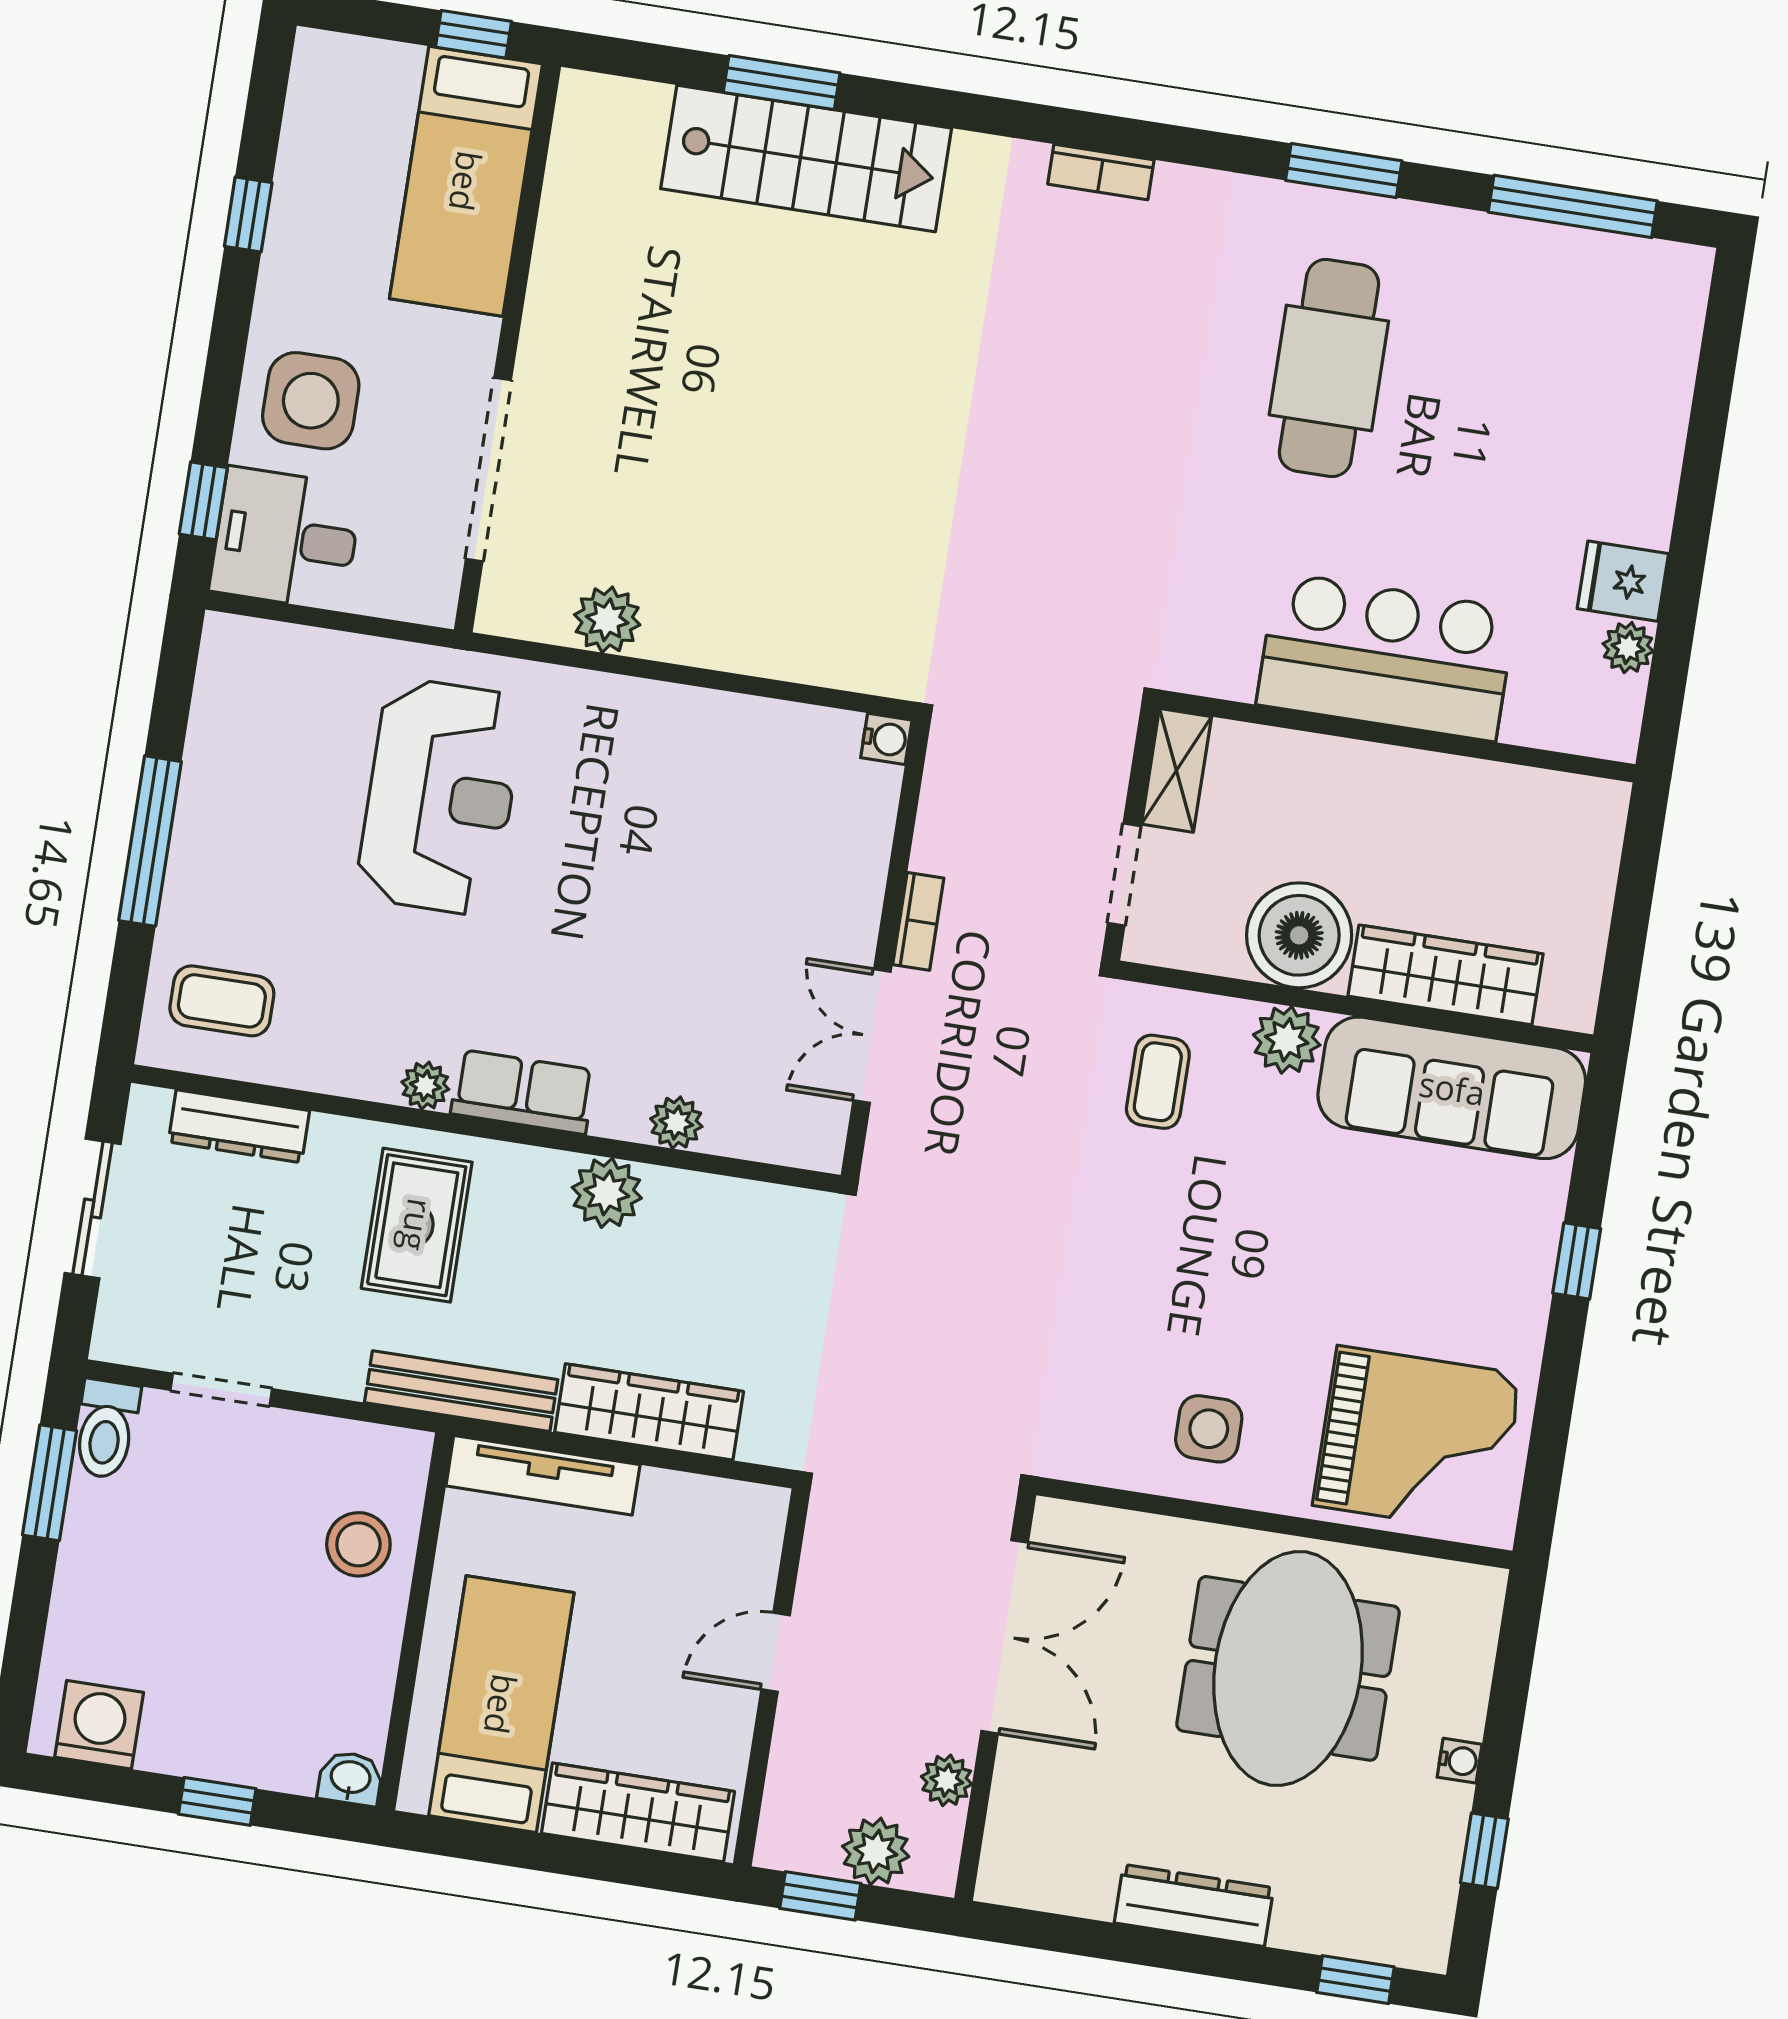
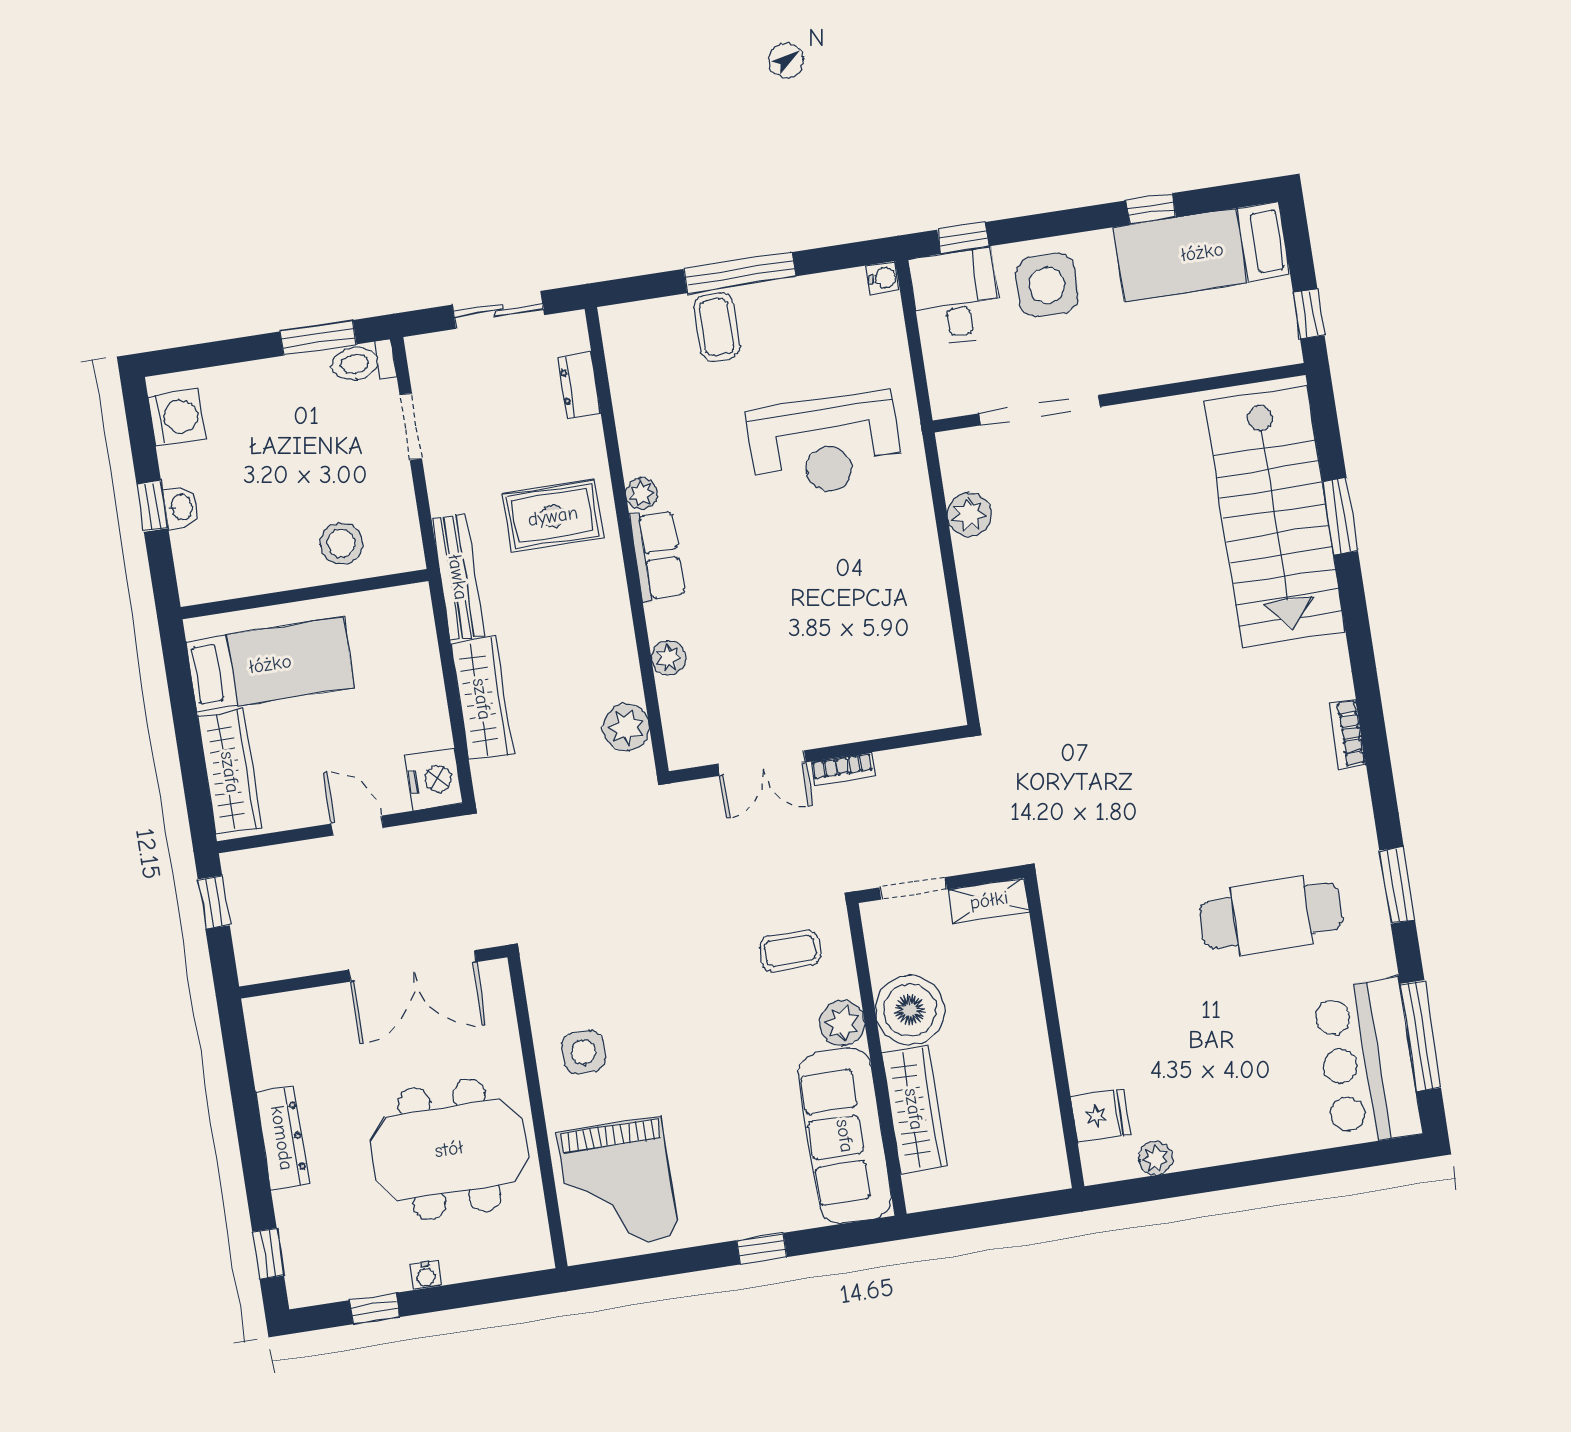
stairs: (806, 158) -> (1275, 516), width x1.36, depth x1.51
bed: (466, 181) -> (1202, 252), moved
fridge: (1623, 581) -> (1100, 1116), moved, turned 90
bar counter: (1386, 657) -> (1367, 1062), moved, turned 180
water cooler: (886, 739) -> (883, 278), moved, turned -90
coffee table: (222, 1001) -> (717, 327), moved
double door: (872, 1036) -> (762, 763), swing flipped
dresser: (239, 1126) -> (579, 385), width x0.70
plant: (607, 1193) -> (626, 727), moved
tv unit: (543, 1475) -> (421, 645), removed
nightstand: (744, 1519) -> (434, 779), added
washbasin: (350, 1778) -> (181, 507), moved
plant: (947, 1780) -> (311, 958), removed
plant: (876, 1851) -> (253, 928), removed

